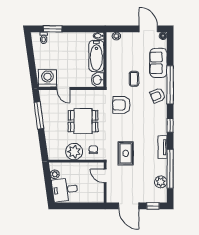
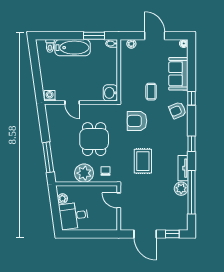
window: (53, 29) -> (94, 36), moved
door: (148, 29) -> (155, 36), moved
bathtub: (96, 56) -> (73, 48), moved, turned -90
washing machine: (48, 78) -> (50, 96), width x0.53, depth x0.53
window: (170, 85) -> (191, 98), width x0.32
window: (39, 115) -> (48, 157), moved
dining table: (83, 121) -> (94, 139), turned 90
rug: (126, 153) -> (143, 161), moved
plant: (161, 182) -> (181, 189), moved

